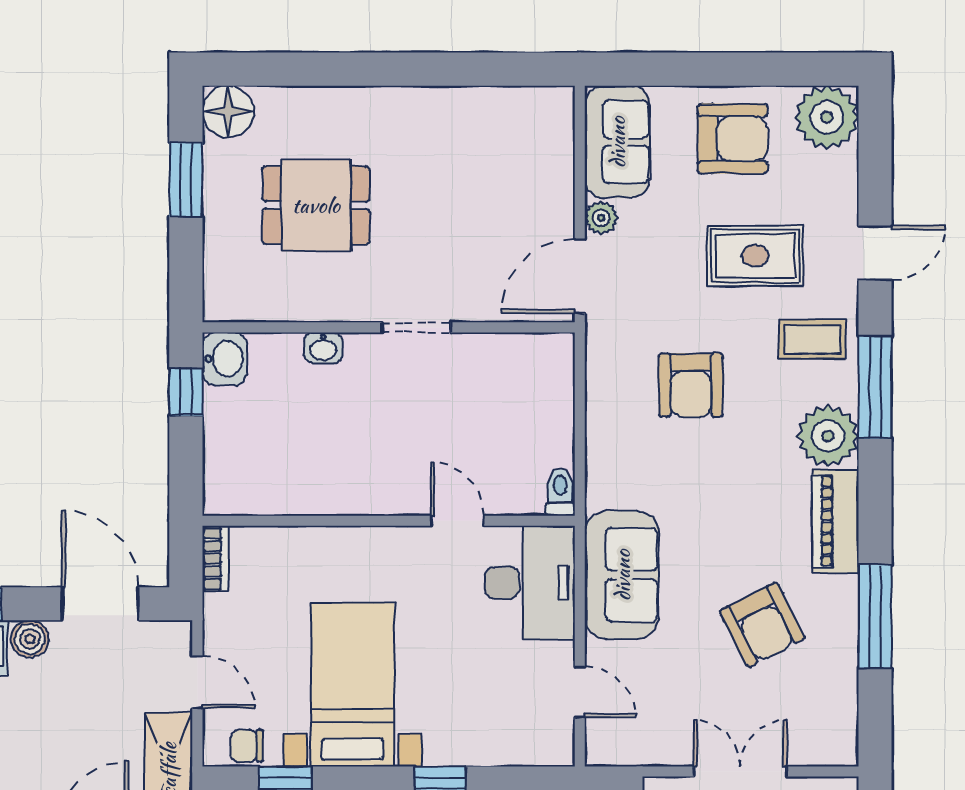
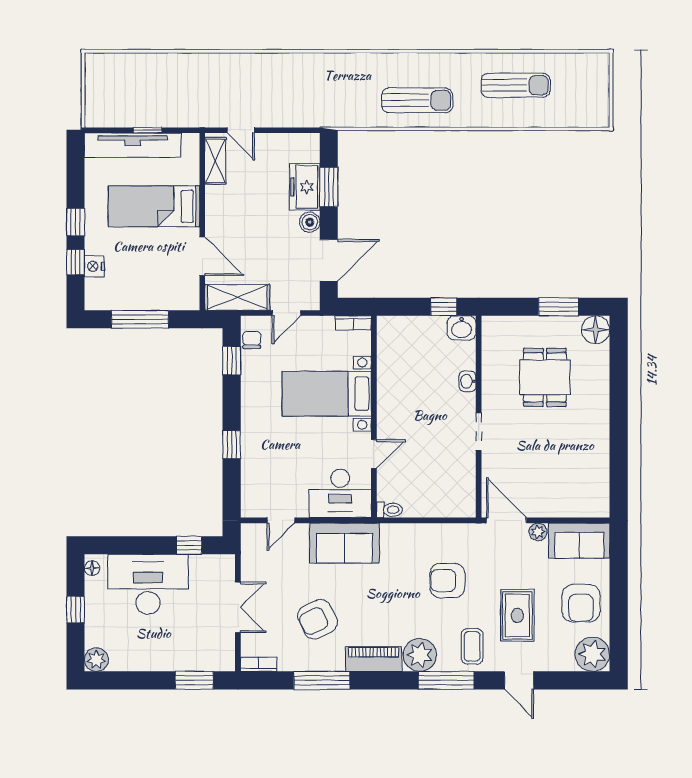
bed with nightstands: (353, 685) -> (327, 394), moved, turned 180
bookcase: (845, 733) -> (259, 664), added

